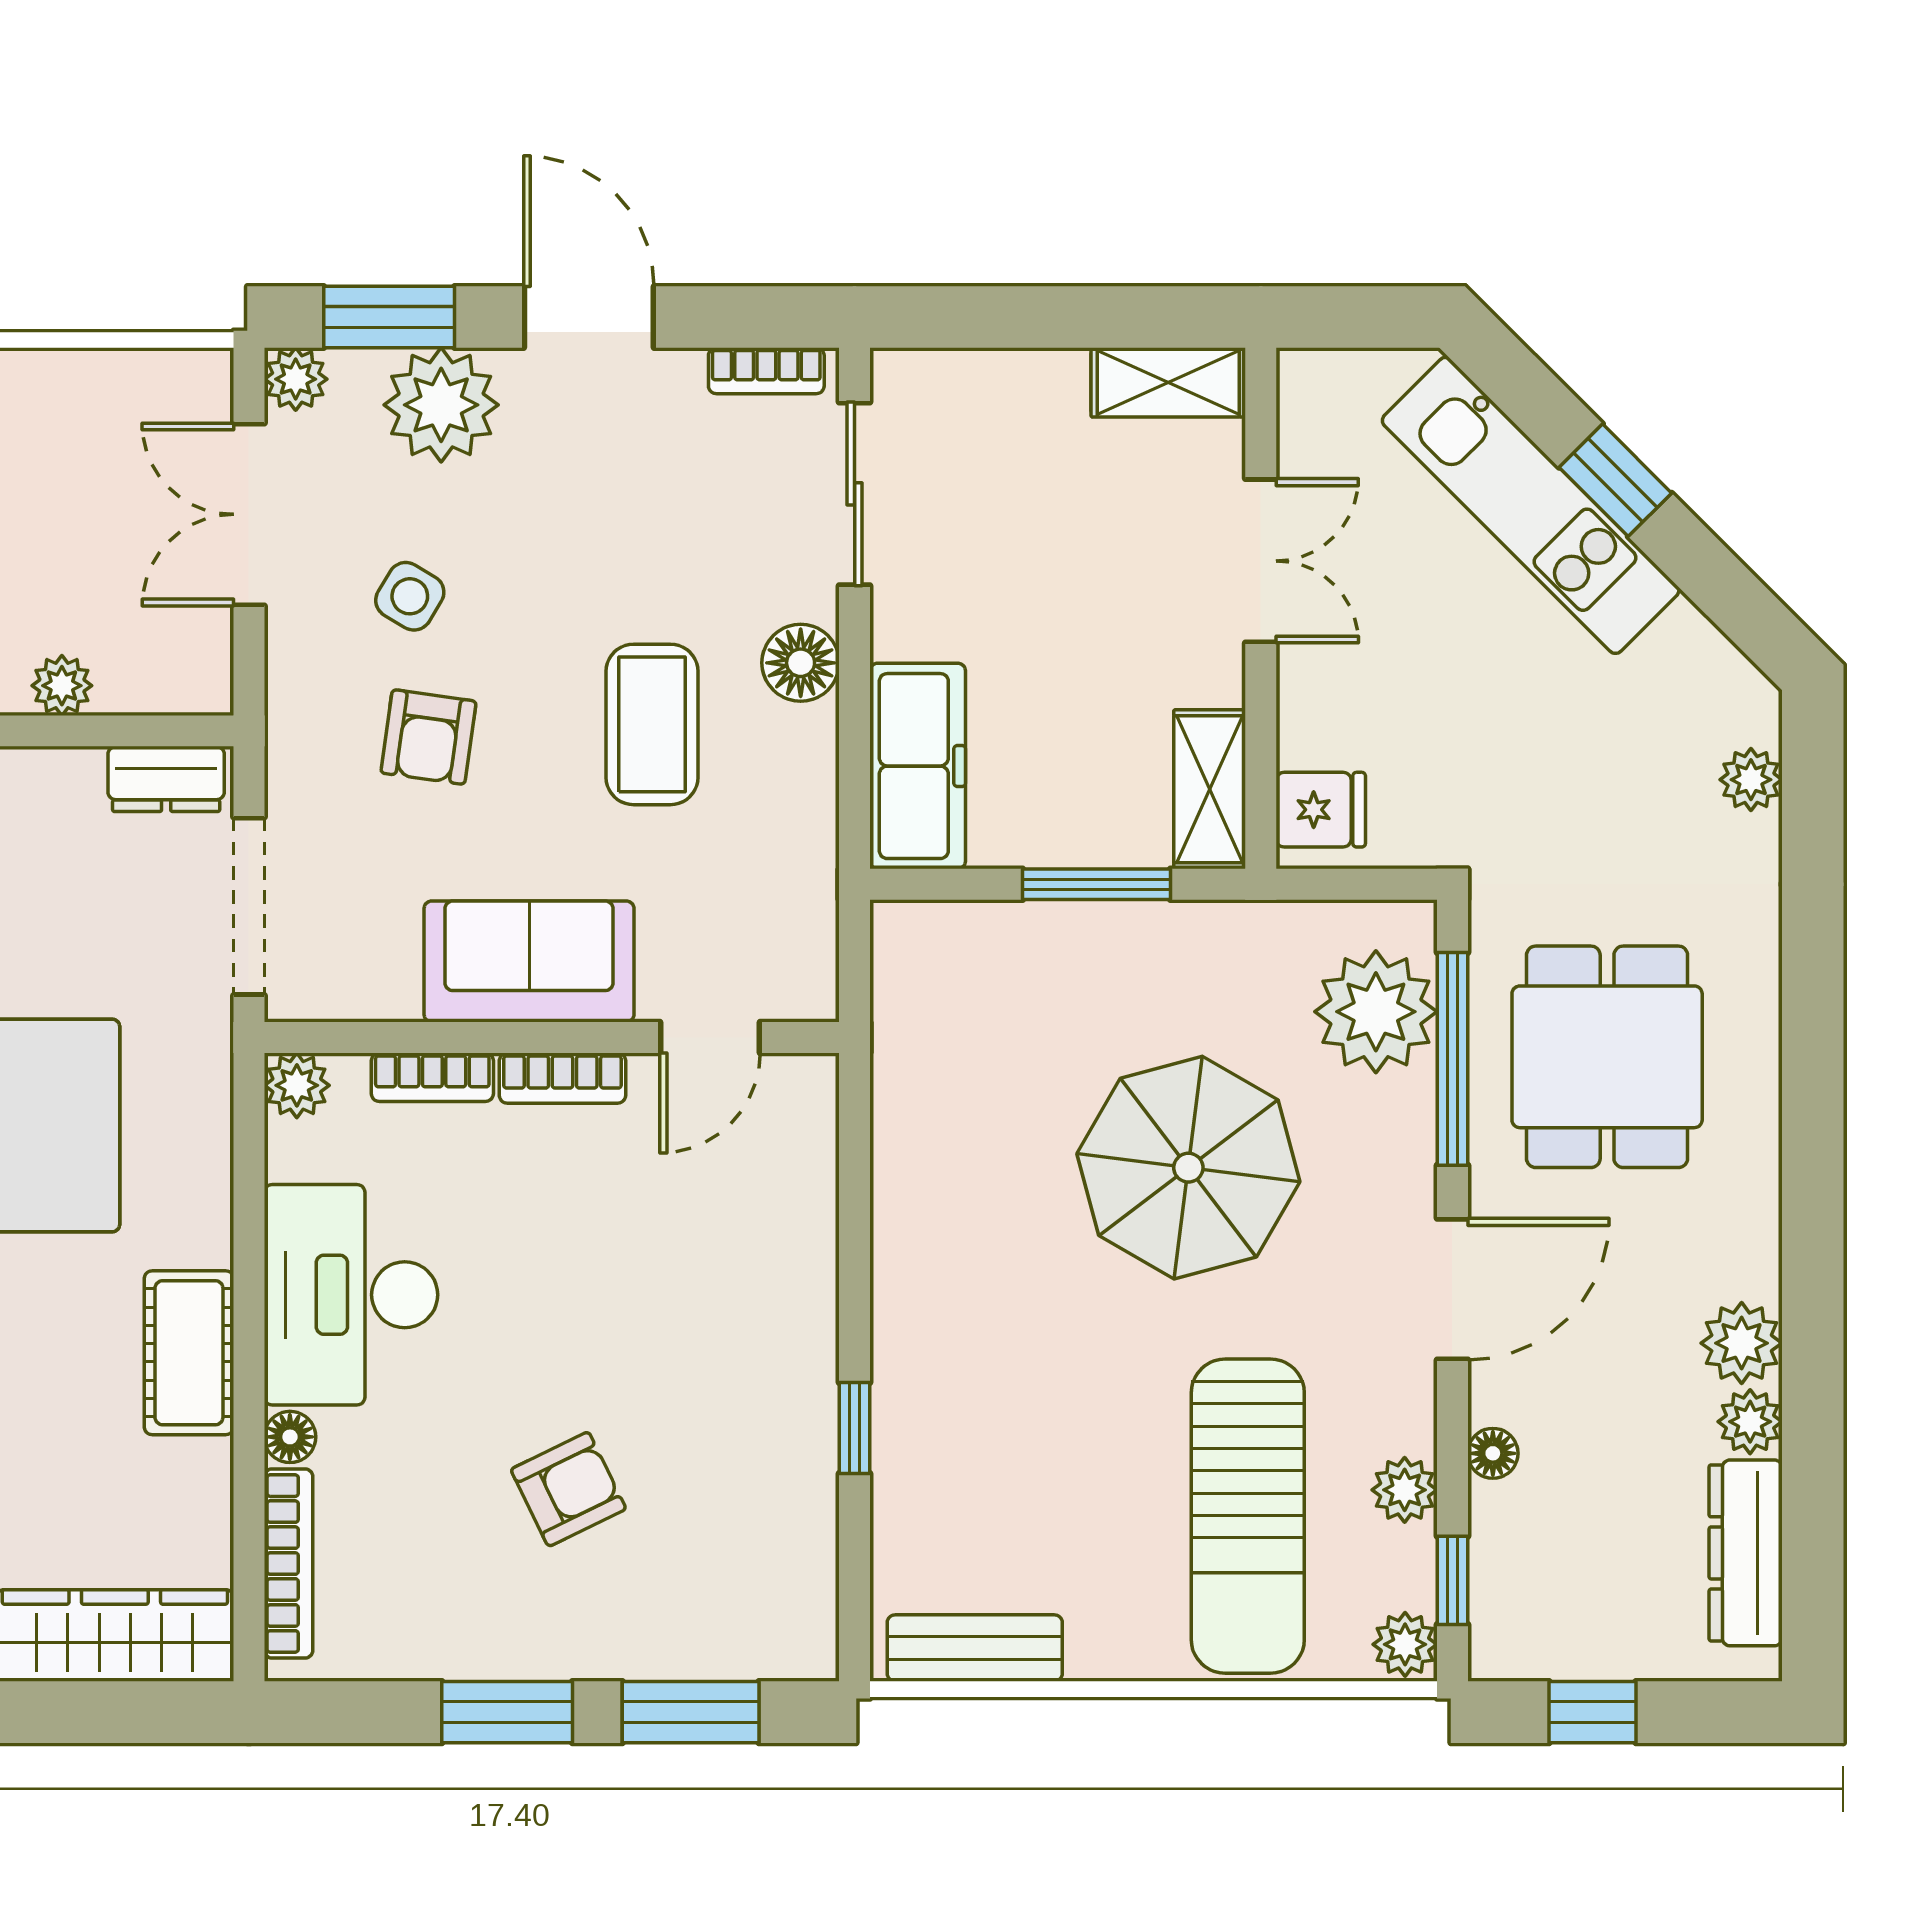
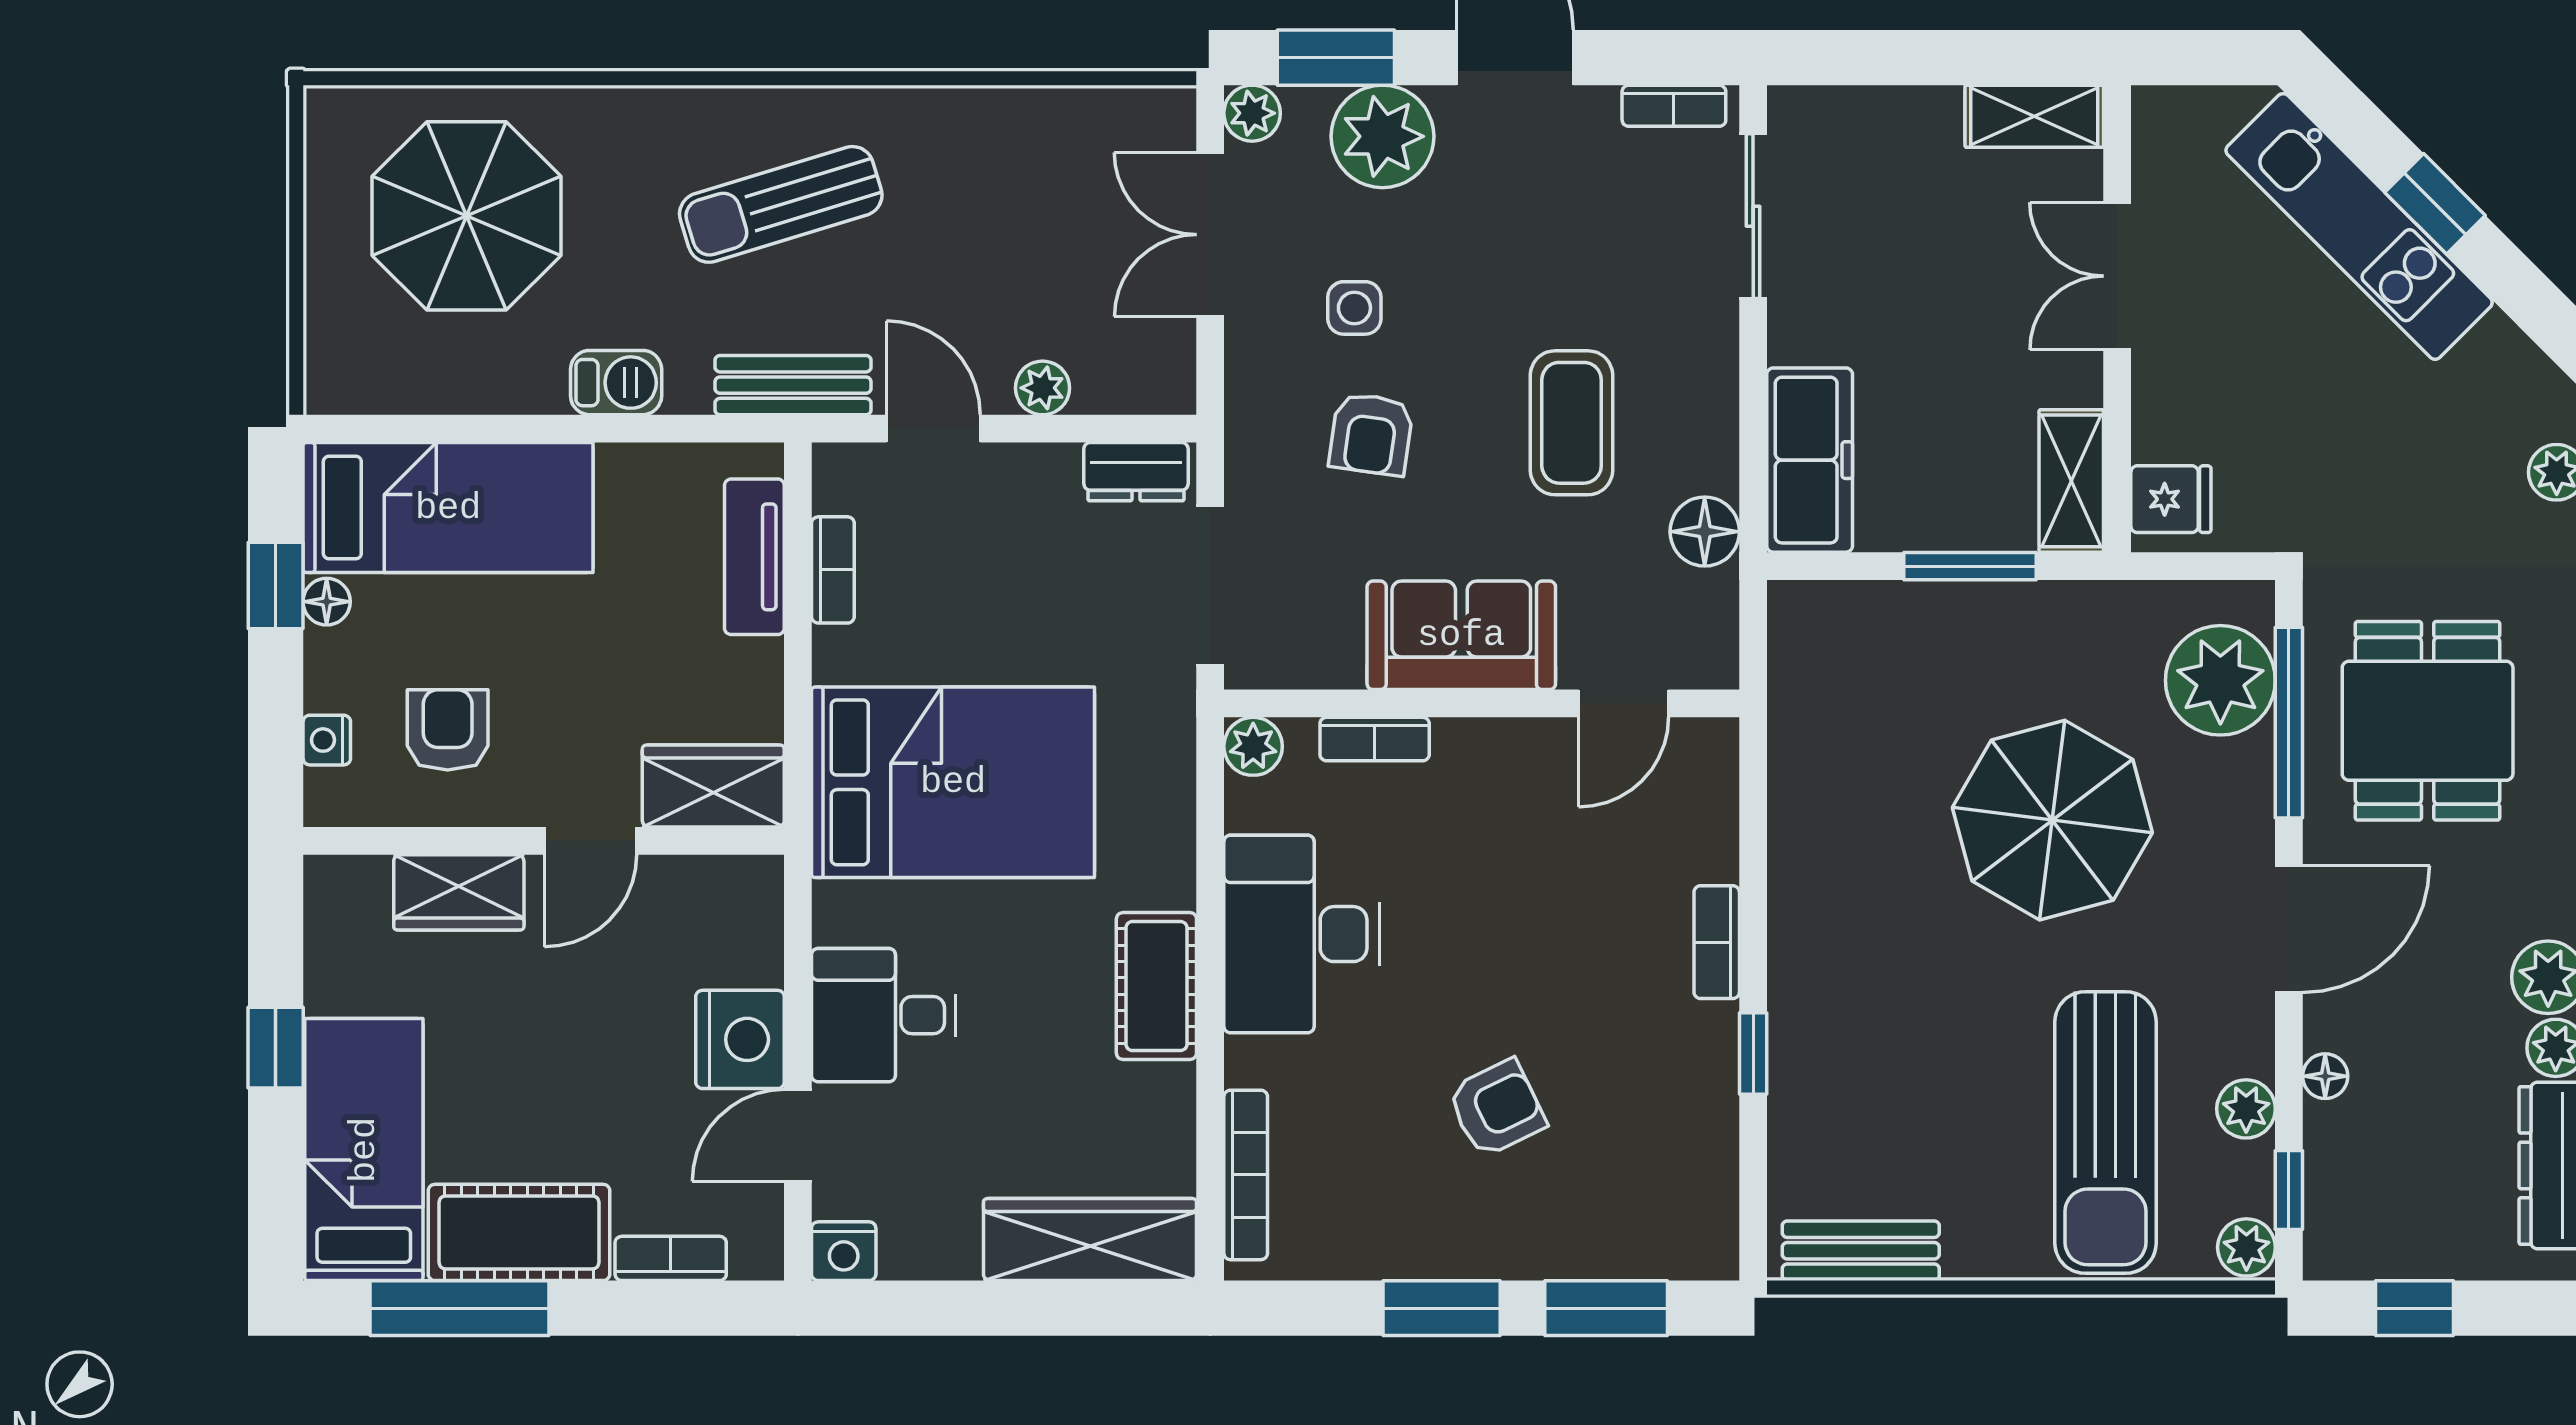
double door: (1261, 561) -> (2117, 276), swing flipped
side table: (410, 596) -> (1354, 308), turned -31
floor lamp: (801, 663) -> (1705, 532), moved
bookcase: (562, 1078) -> (1717, 942), moved, turned 90
floor lamp: (290, 1437) -> (1247, 1061), removed

